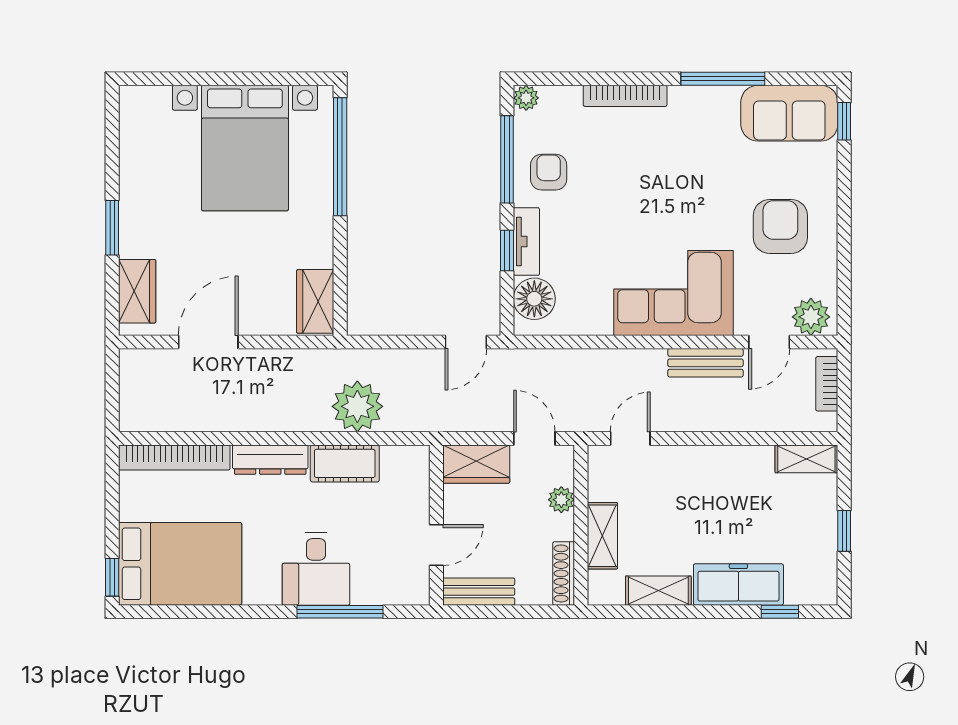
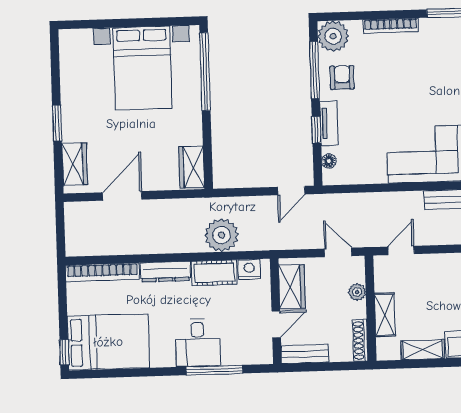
plant: (526, 98) -> (333, 36), width x1.88, depth x1.88
floor lamp: (534, 299) -> (329, 161), width x0.53, depth x0.53
nightstand: (398, 460) -> (249, 269), added
wardrobe: (476, 464) -> (292, 287), moved, turned -90

